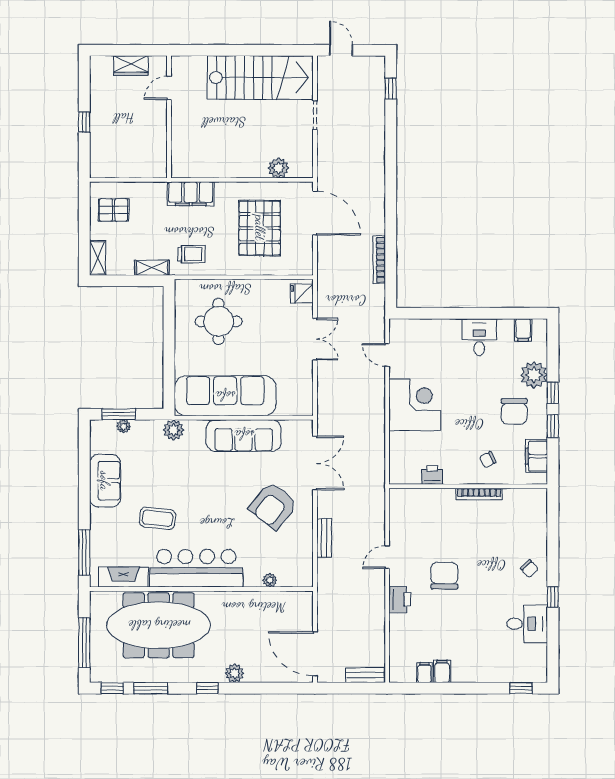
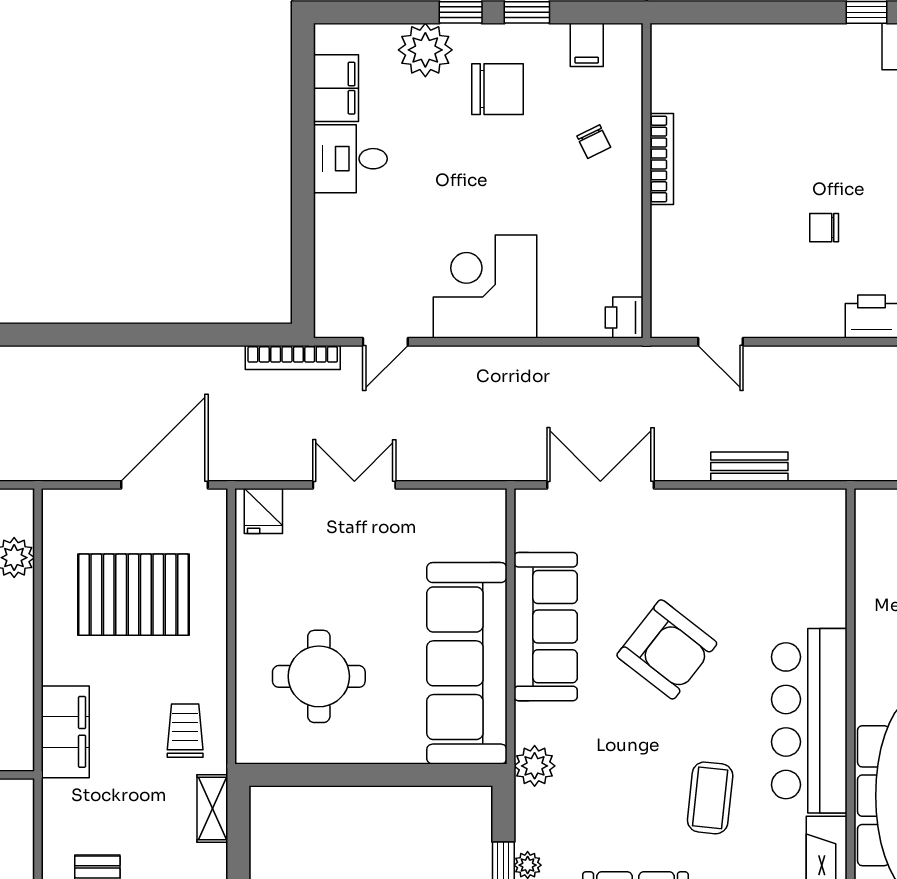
door: (315, 213) -> (165, 485), moved
bookcase: (379, 260) -> (293, 357), moved
filing cabinet: (523, 330) -> (336, 88), width x2.00
filing cabinet: (536, 456) -> (587, 45), width x0.50
printer: (432, 475) -> (624, 318), moved
armchair: (273, 506) -> (667, 649), moved
door: (387, 557) -> (721, 342), moved
chair: (529, 569) -> (810, 59), removed
chair: (445, 576) -> (824, 228), width x0.54, depth x0.54
plant: (270, 580) -> (833, 575), removed

